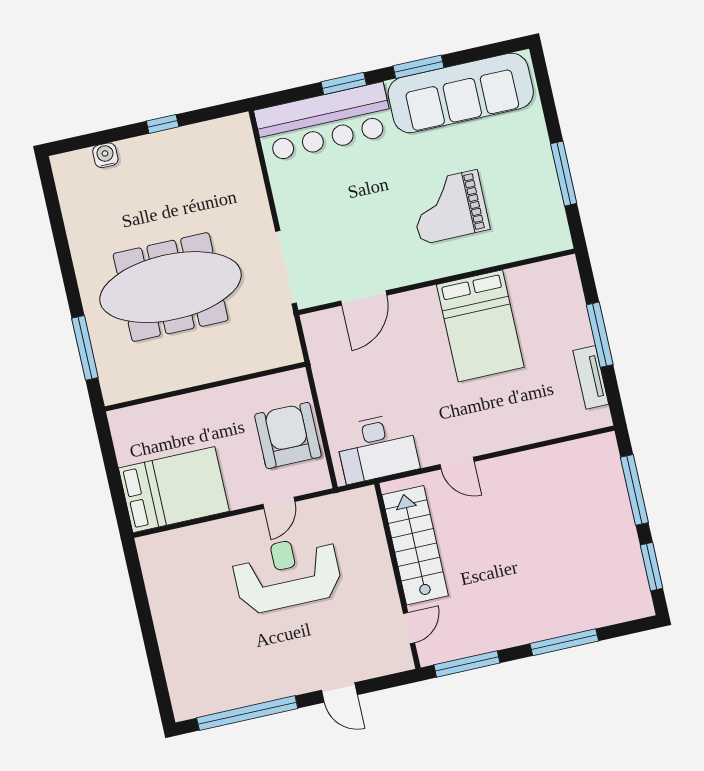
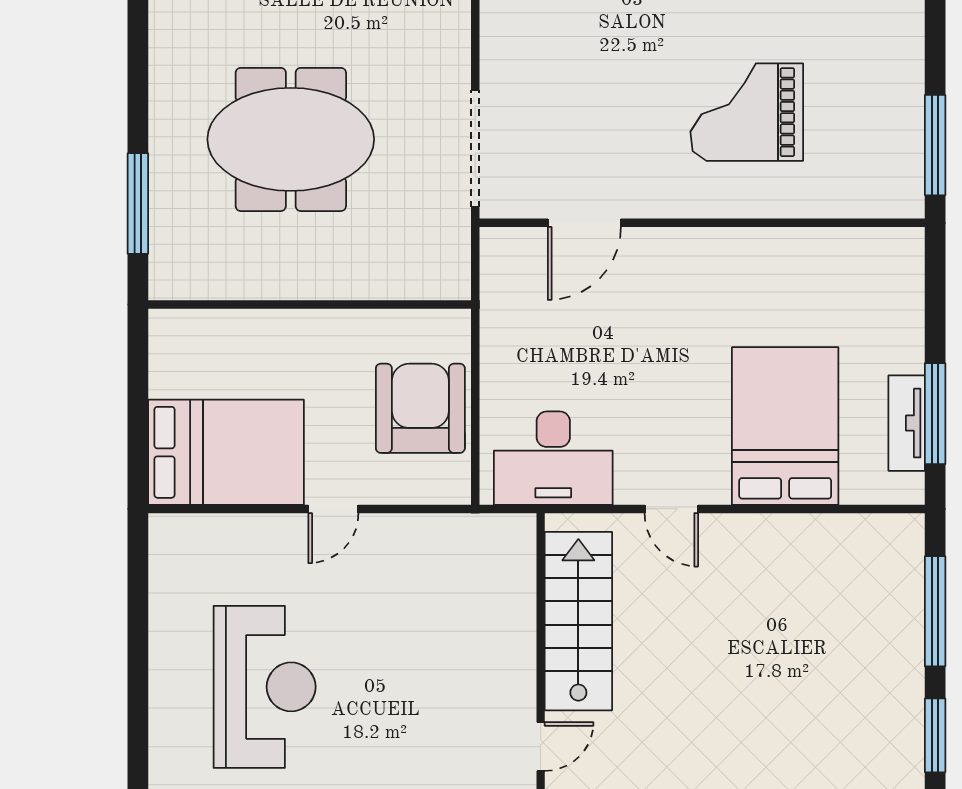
window: (564, 174) -> (935, 145), moved
meeting table: (171, 287) -> (291, 139), width x0.73
bed: (480, 326) -> (785, 426), moved, turned 180
window: (600, 335) -> (935, 414), moved
door: (279, 503) -> (333, 509), moved
reception desk: (287, 574) -> (265, 687), moved, turned 90

